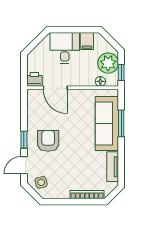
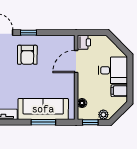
plant: (108, 63) -> (103, 115), width x0.53, depth x0.53
armchair: (48, 141) -> (27, 55), turned 90

